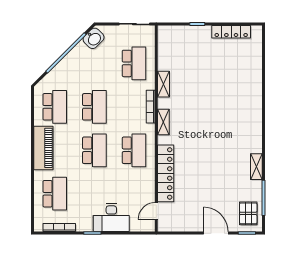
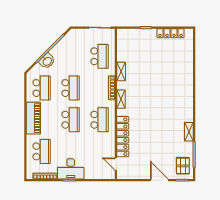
washbasin: (94, 38) -> (47, 61), moved
door: (156, 211) -> (116, 164), hinge flipped
desk: (111, 218) -> (71, 169), moved

